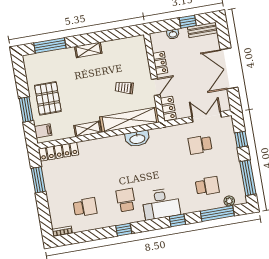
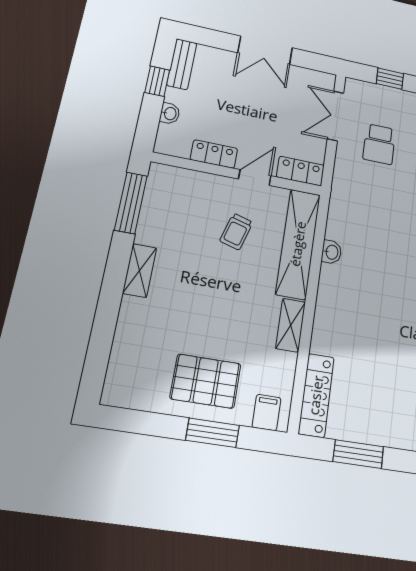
window: (50, 45) -> (131, 203), moved
double door: (229, 68) -> (265, 50), width x0.73
door: (156, 87) -> (255, 177), hinge flipped
washbasin: (137, 139) -> (331, 252), width x0.52, depth x0.69

